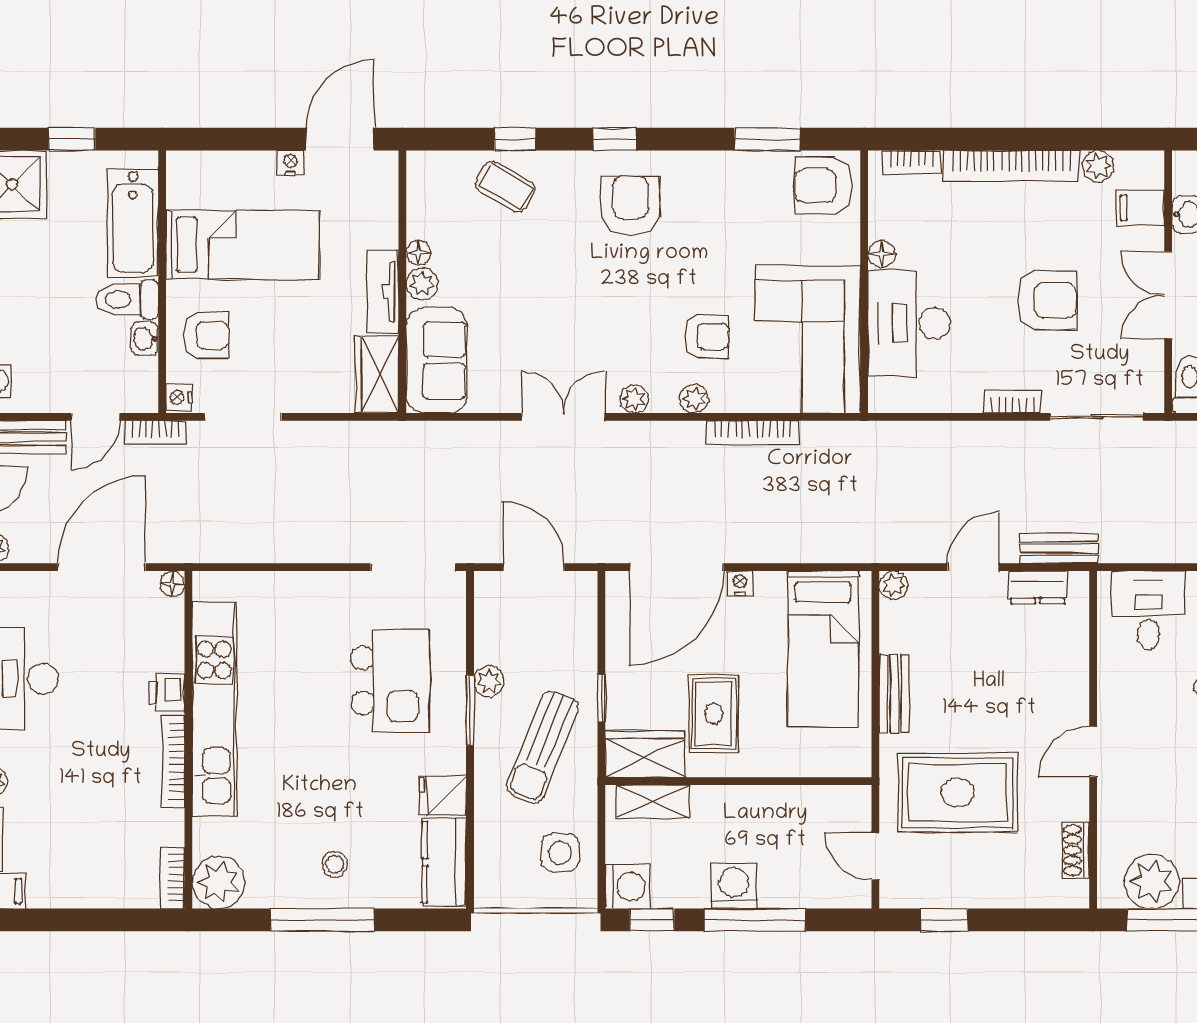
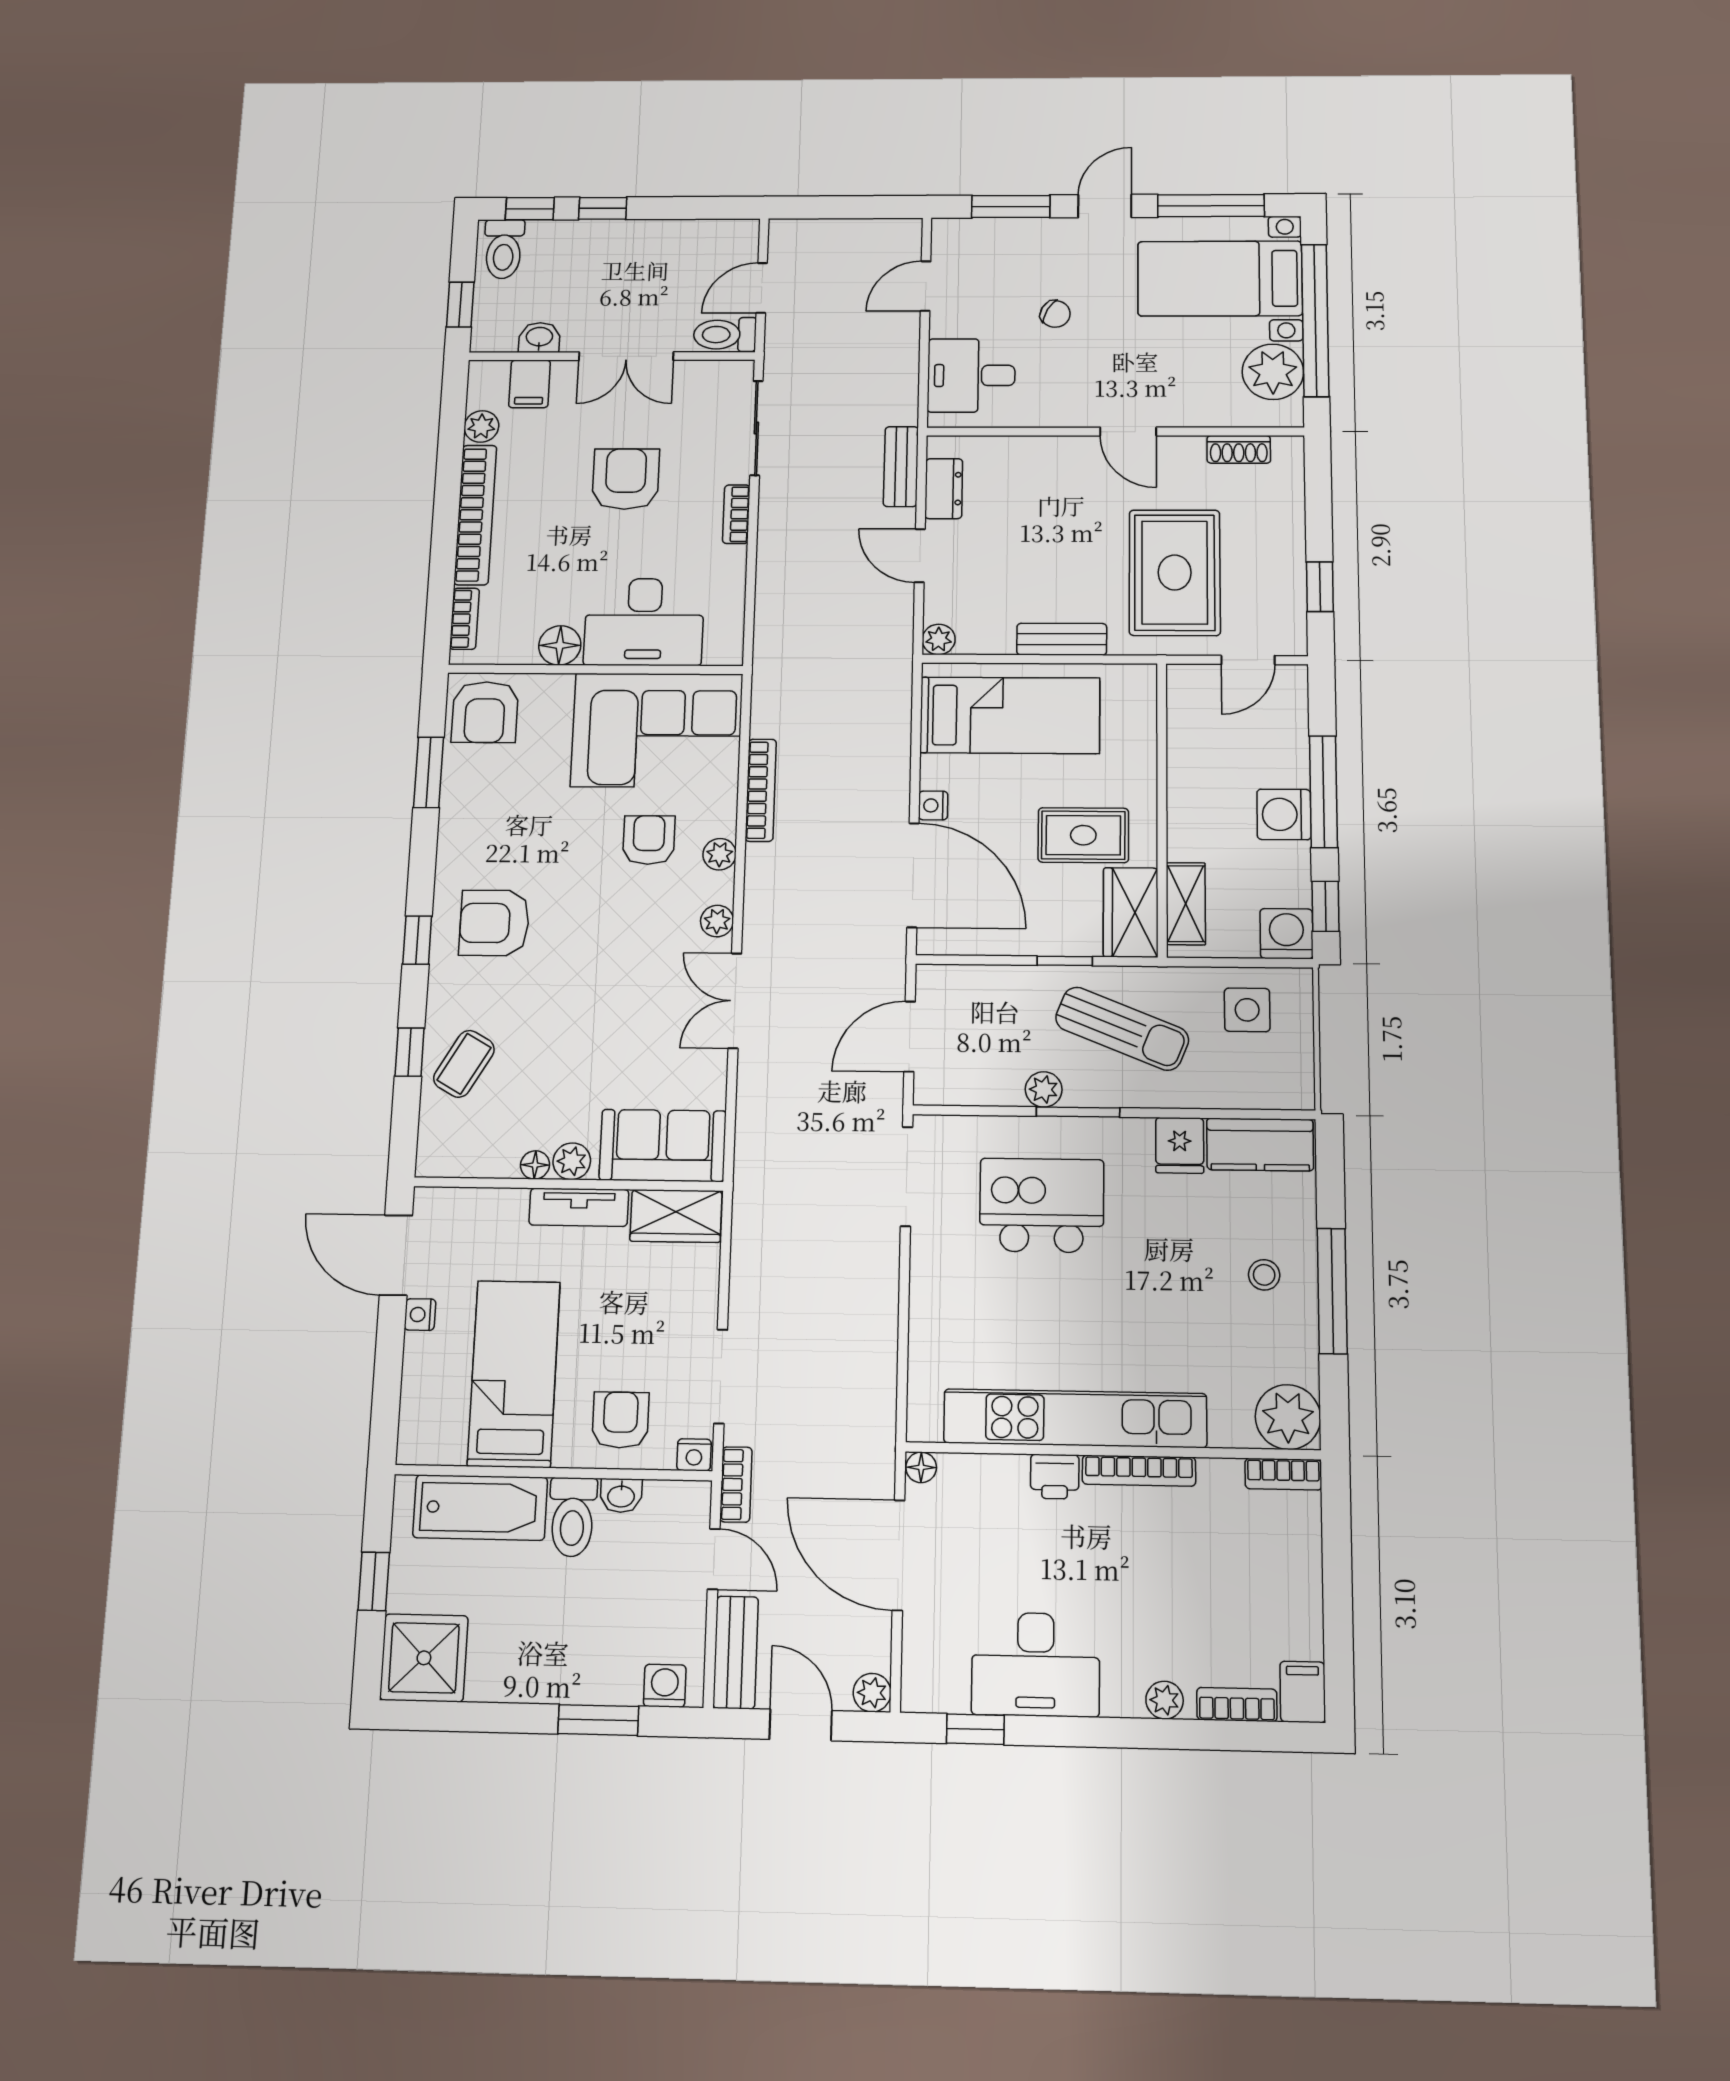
floor lamp: (882, 254) -> (560, 645), width x1.37, depth x1.37

